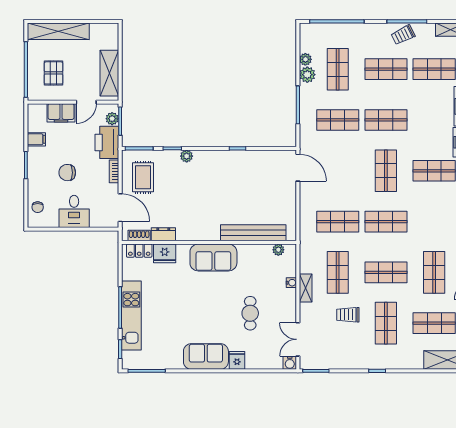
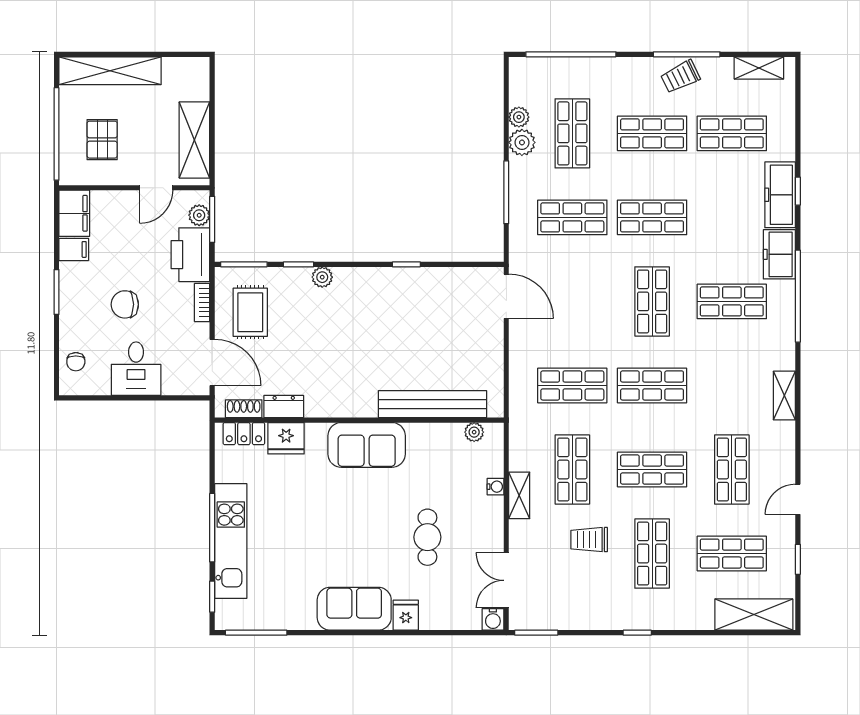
filing cabinet: (61, 113) -> (74, 213), moved, turned -90

